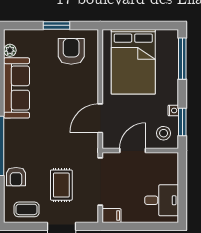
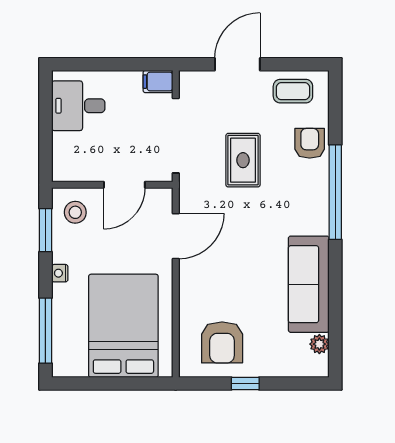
window: (57, 25) -> (245, 383), width x0.67
nightstand: (173, 111) -> (60, 273), moved
rug: (61, 185) -> (243, 160), moved

